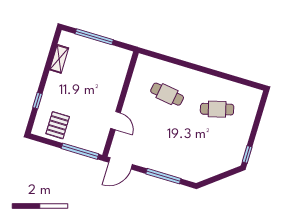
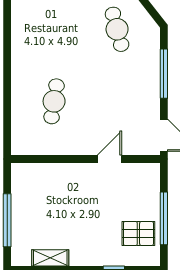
cafe table: (217, 109) -> (117, 29), moved
window: (80, 151) -> (164, 218), moved

